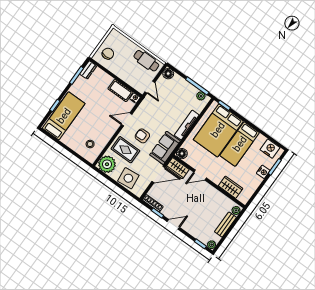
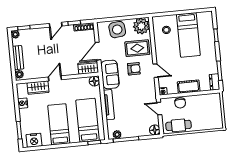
chair: (108, 54) -> (180, 103), moved
cot: (120, 90) -> (189, 87), moved
bed: (64, 116) -> (188, 35), moved
door: (127, 119) -> (156, 71), hinge flipped
bed: (218, 130) -> (87, 120), width x0.67
nightstand: (263, 172) -> (23, 103), moved
door: (200, 175) -> (55, 78), moved

